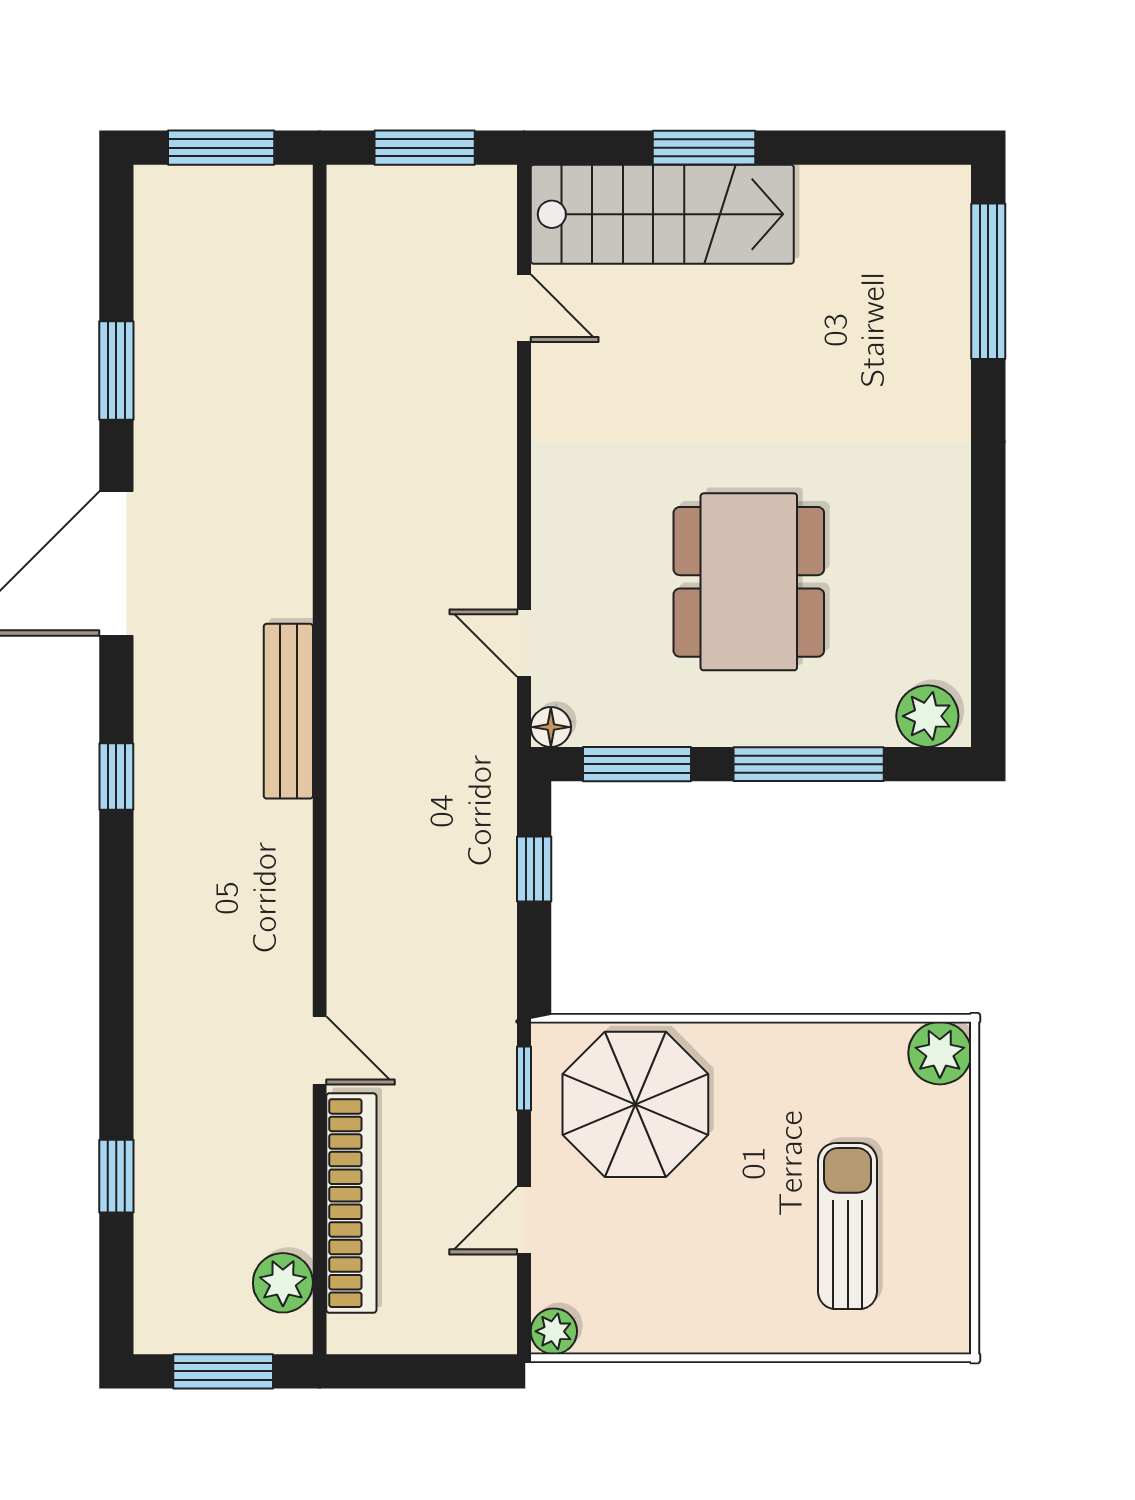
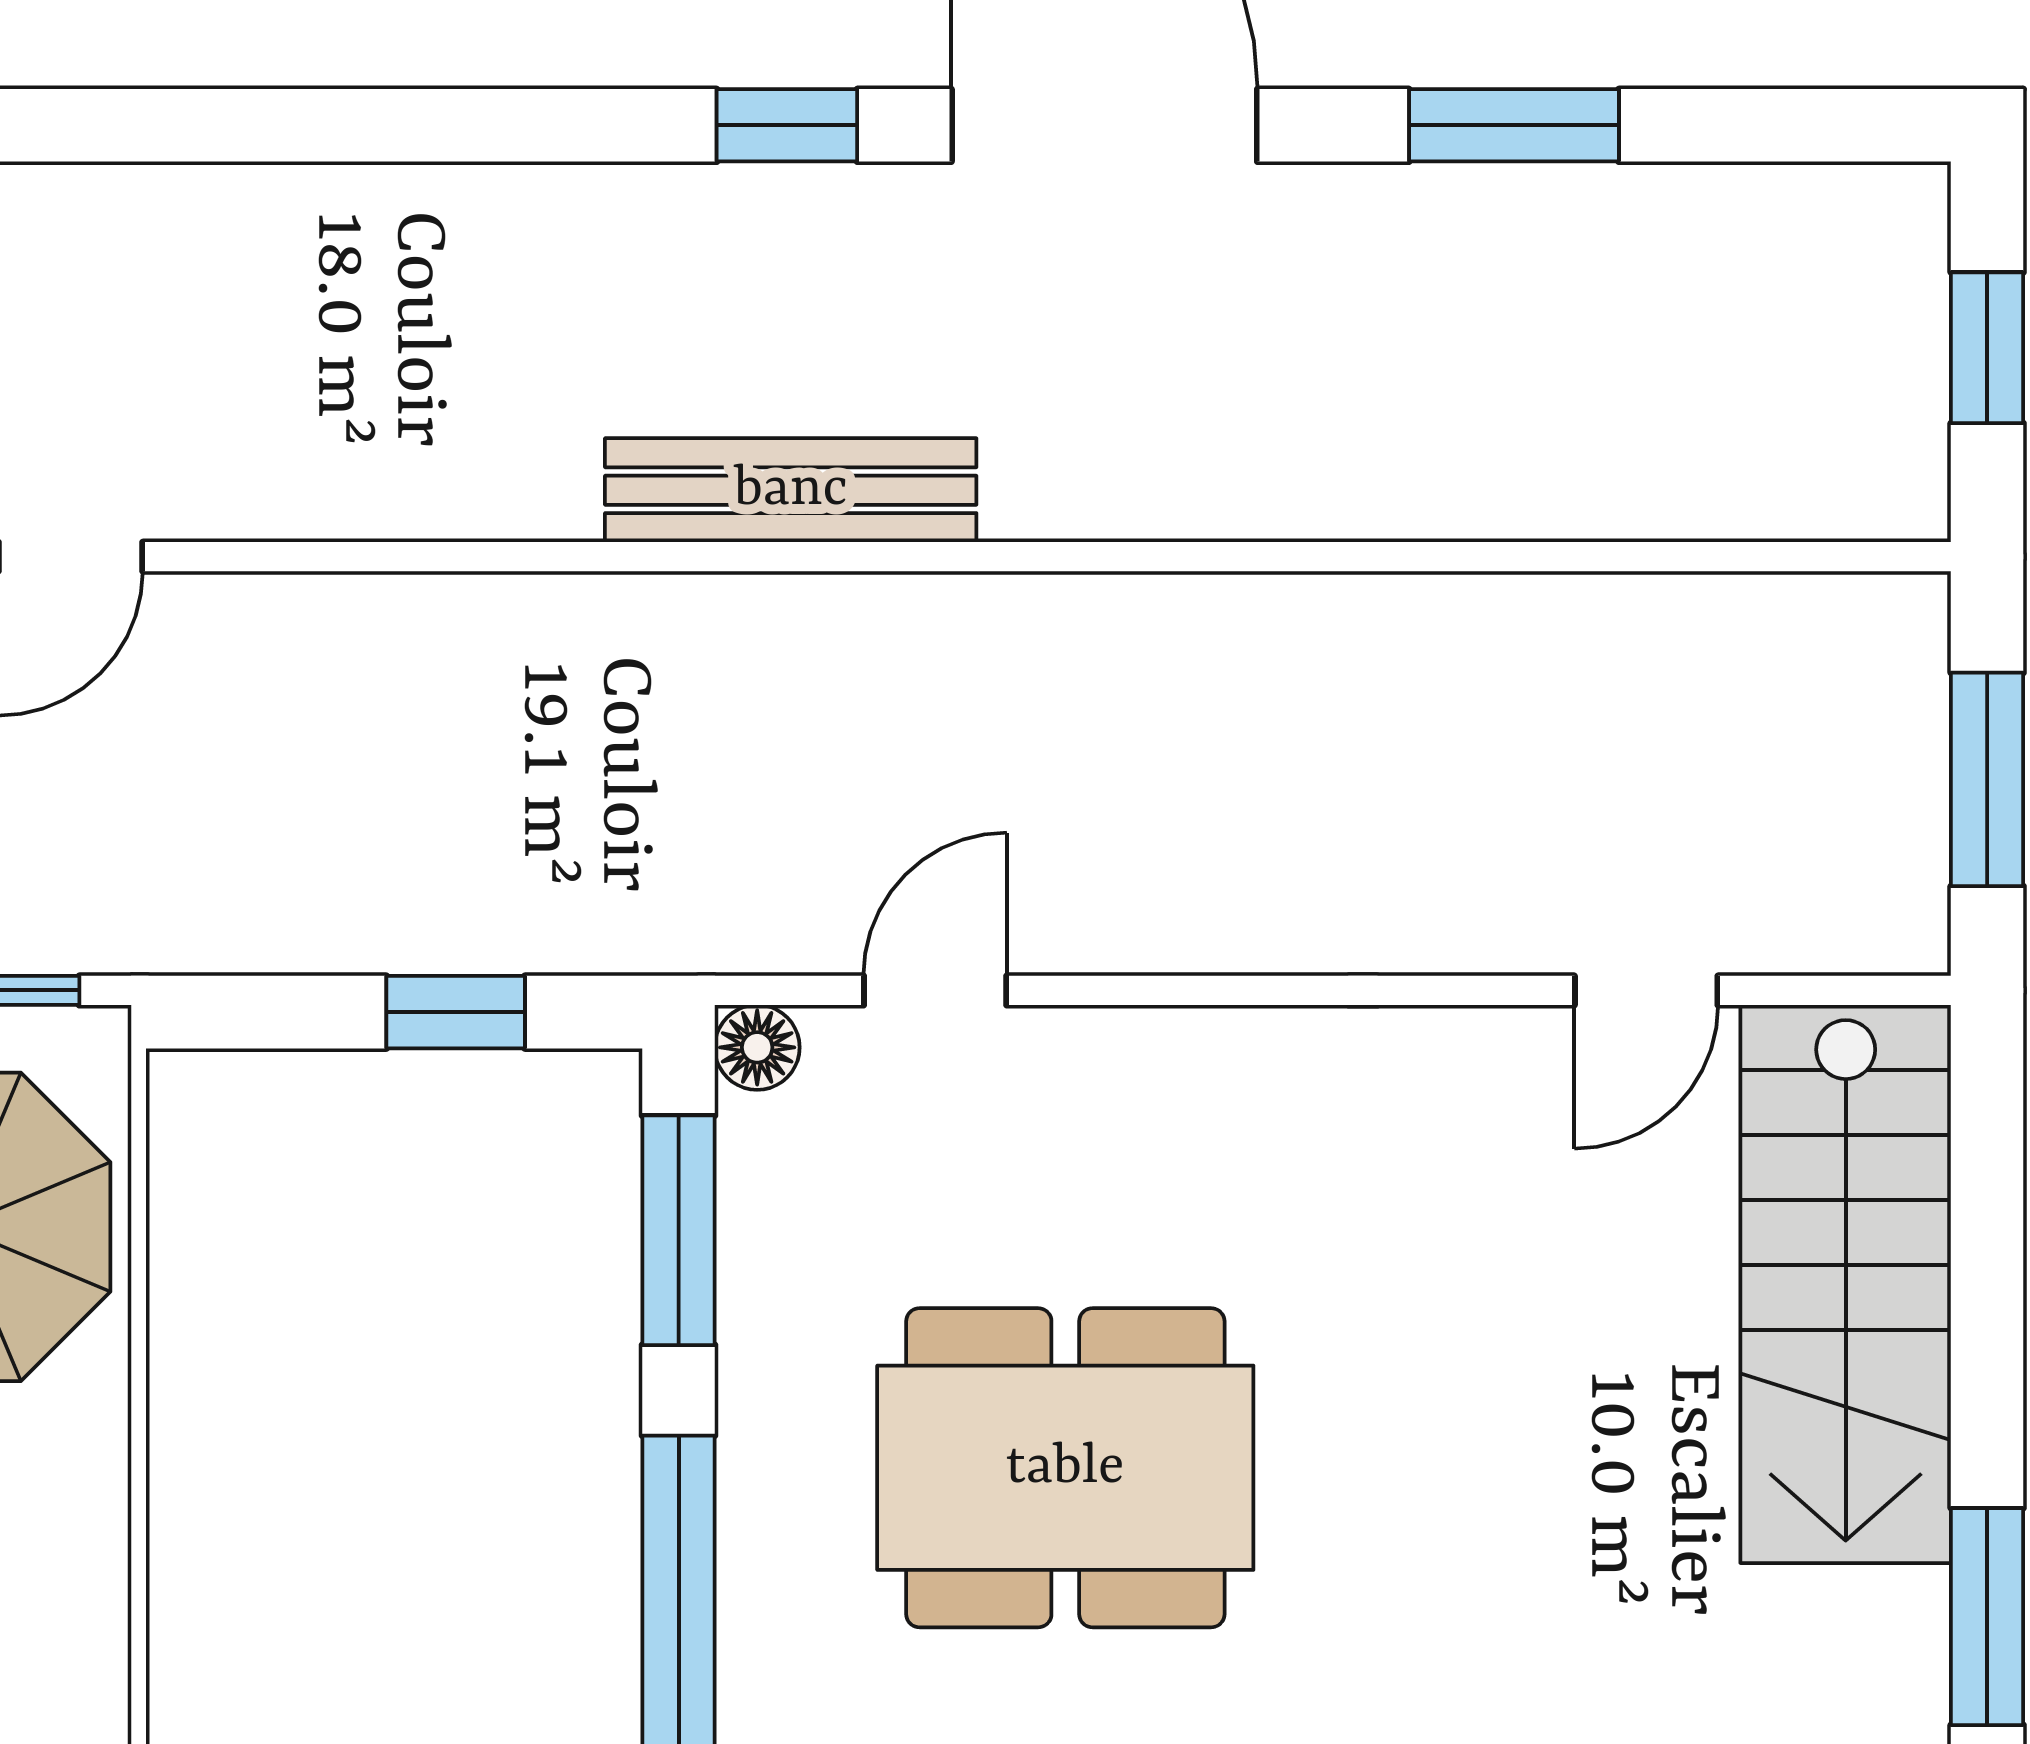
window: (221, 148) -> (1987, 348), width x0.67
window: (704, 148) -> (1987, 1617), moved
window: (116, 777) -> (787, 125), moved

